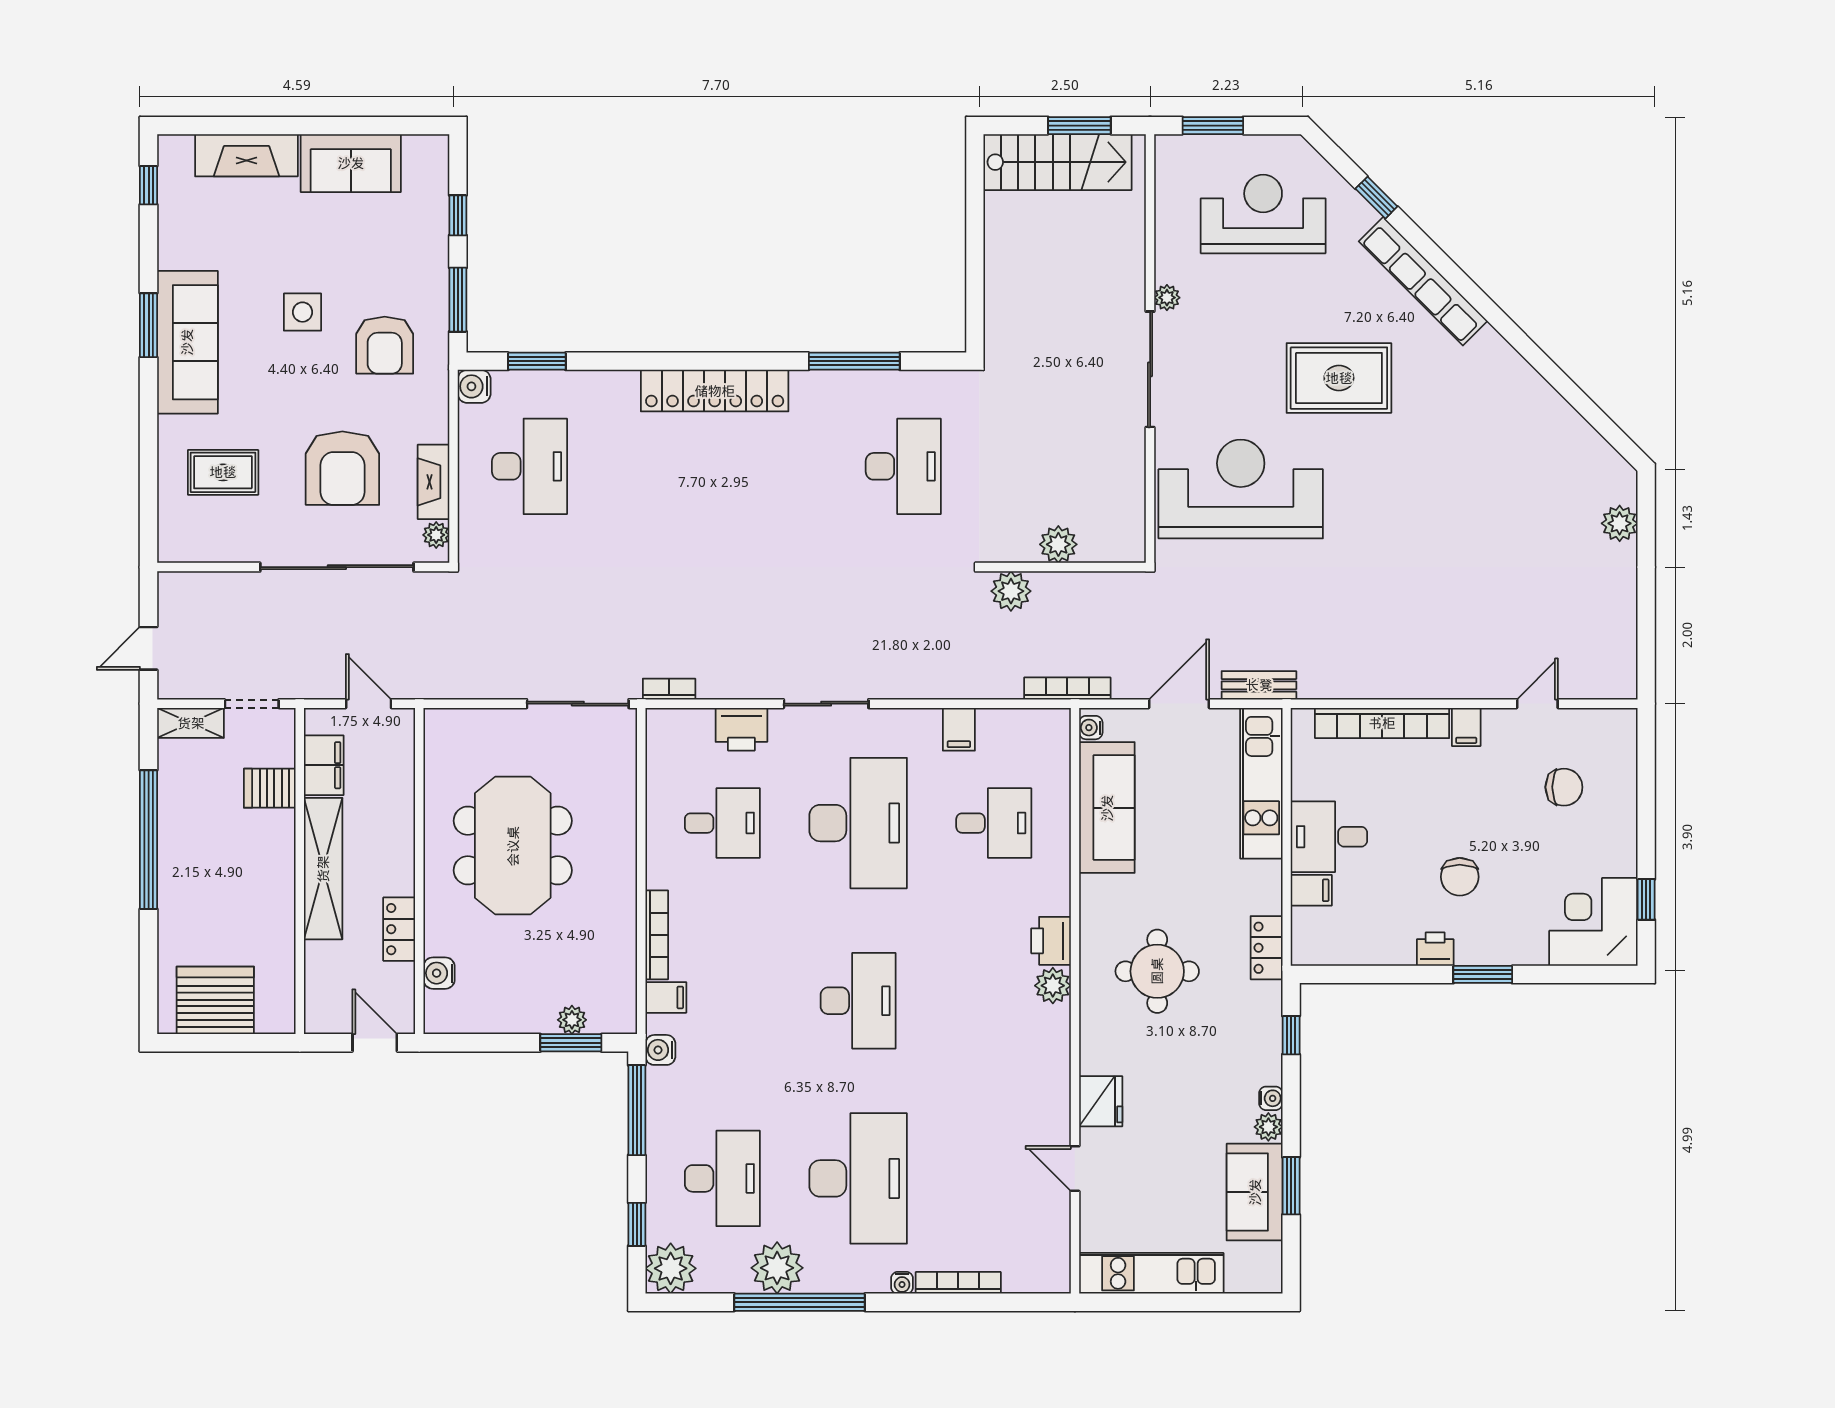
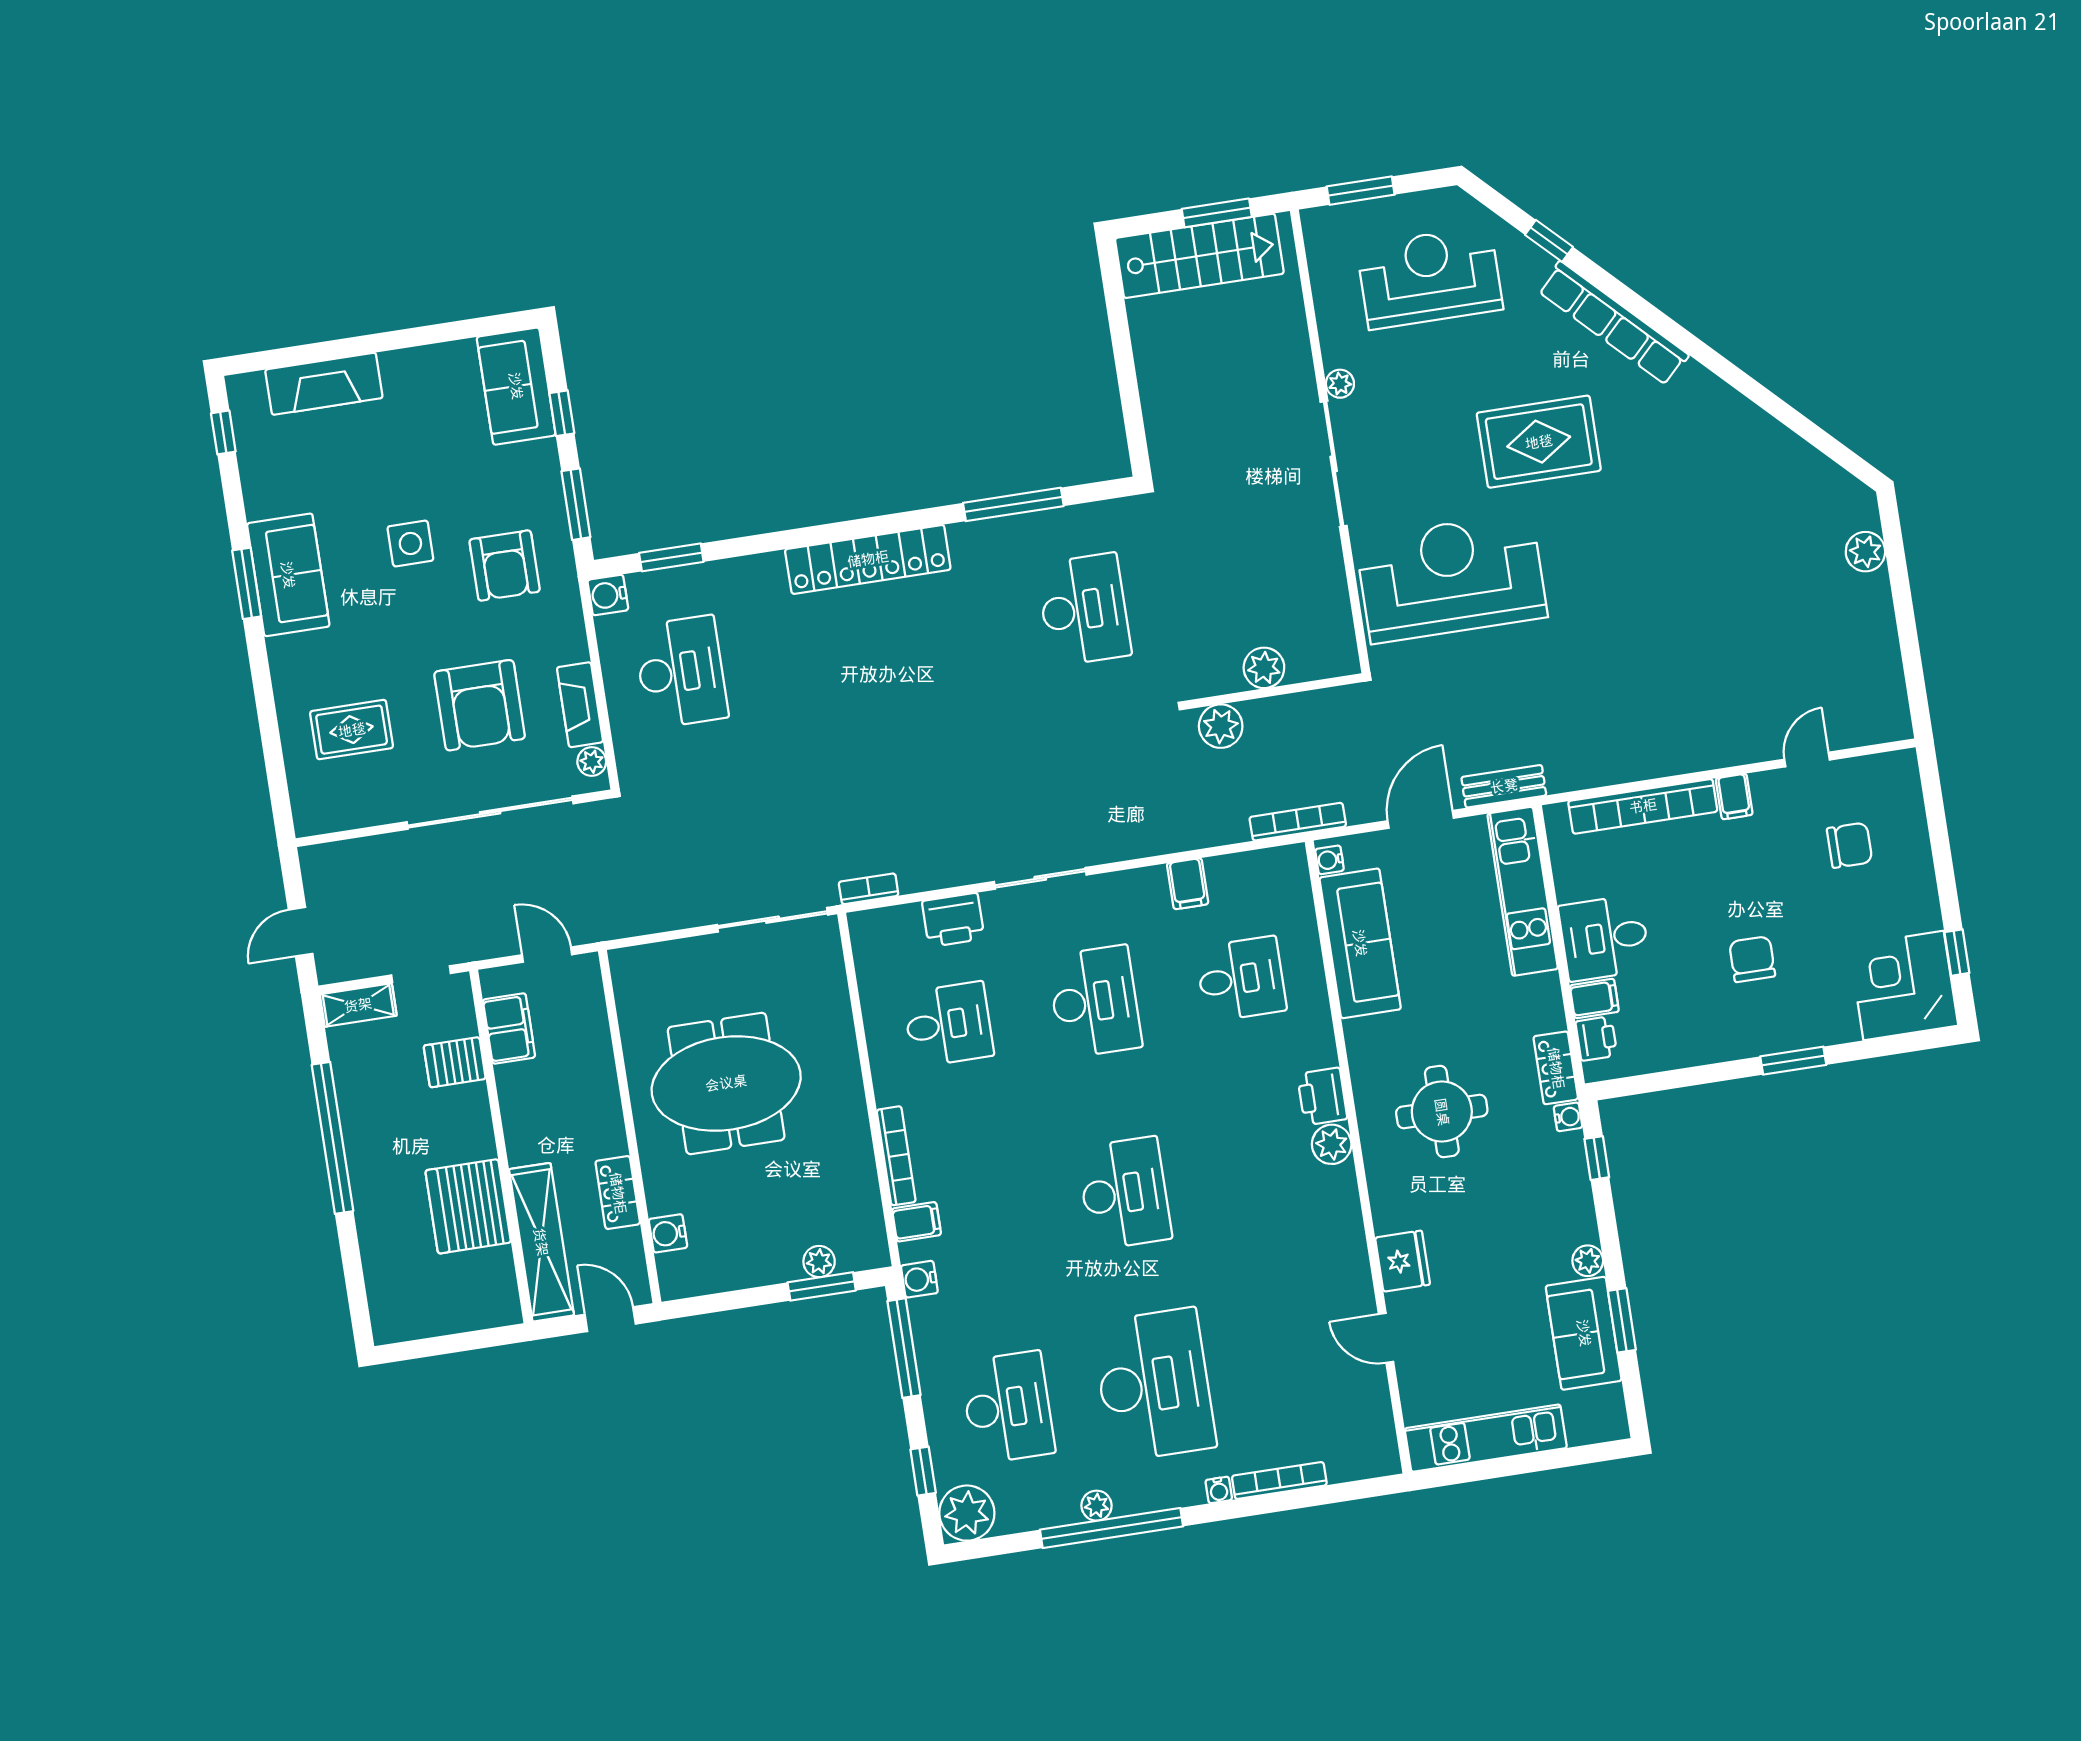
sofa: (351, 163) -> (516, 386), moved, turned 90
sofa: (187, 342) -> (288, 575), width x0.73
desk: (858, 823) -> (1095, 1002), width x0.73, depth x0.77
meeting table: (513, 846) -> (726, 1083), turned 90
shelving: (323, 869) -> (541, 1242), moved
chair: (1460, 877) -> (1752, 959), turned 180
printer: (1435, 949) -> (1596, 1039), moved, turned 90
server rack: (215, 1000) -> (468, 1206), moved, turned -90
water cooler: (1271, 1098) -> (1568, 1117), moved
plant: (777, 1268) -> (1097, 1506), width x0.53, depth x0.53

